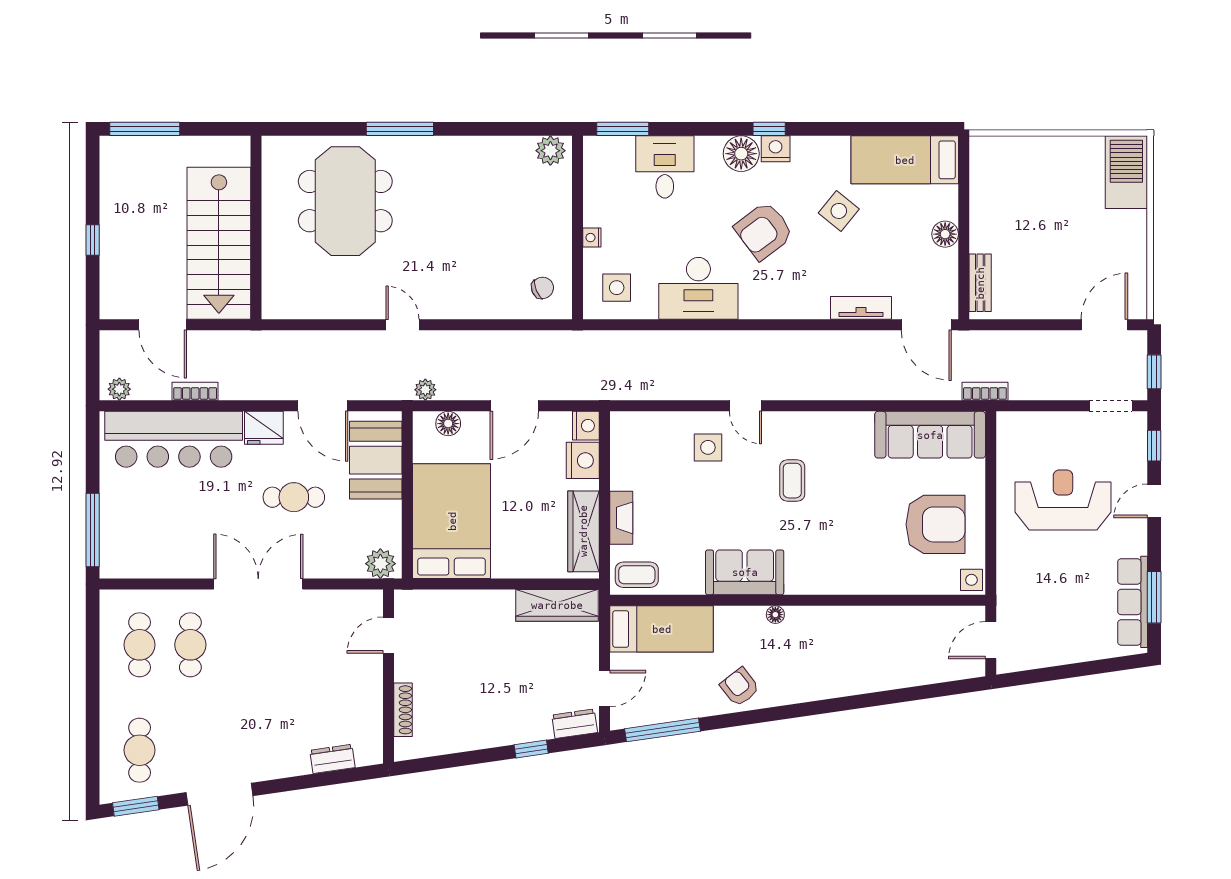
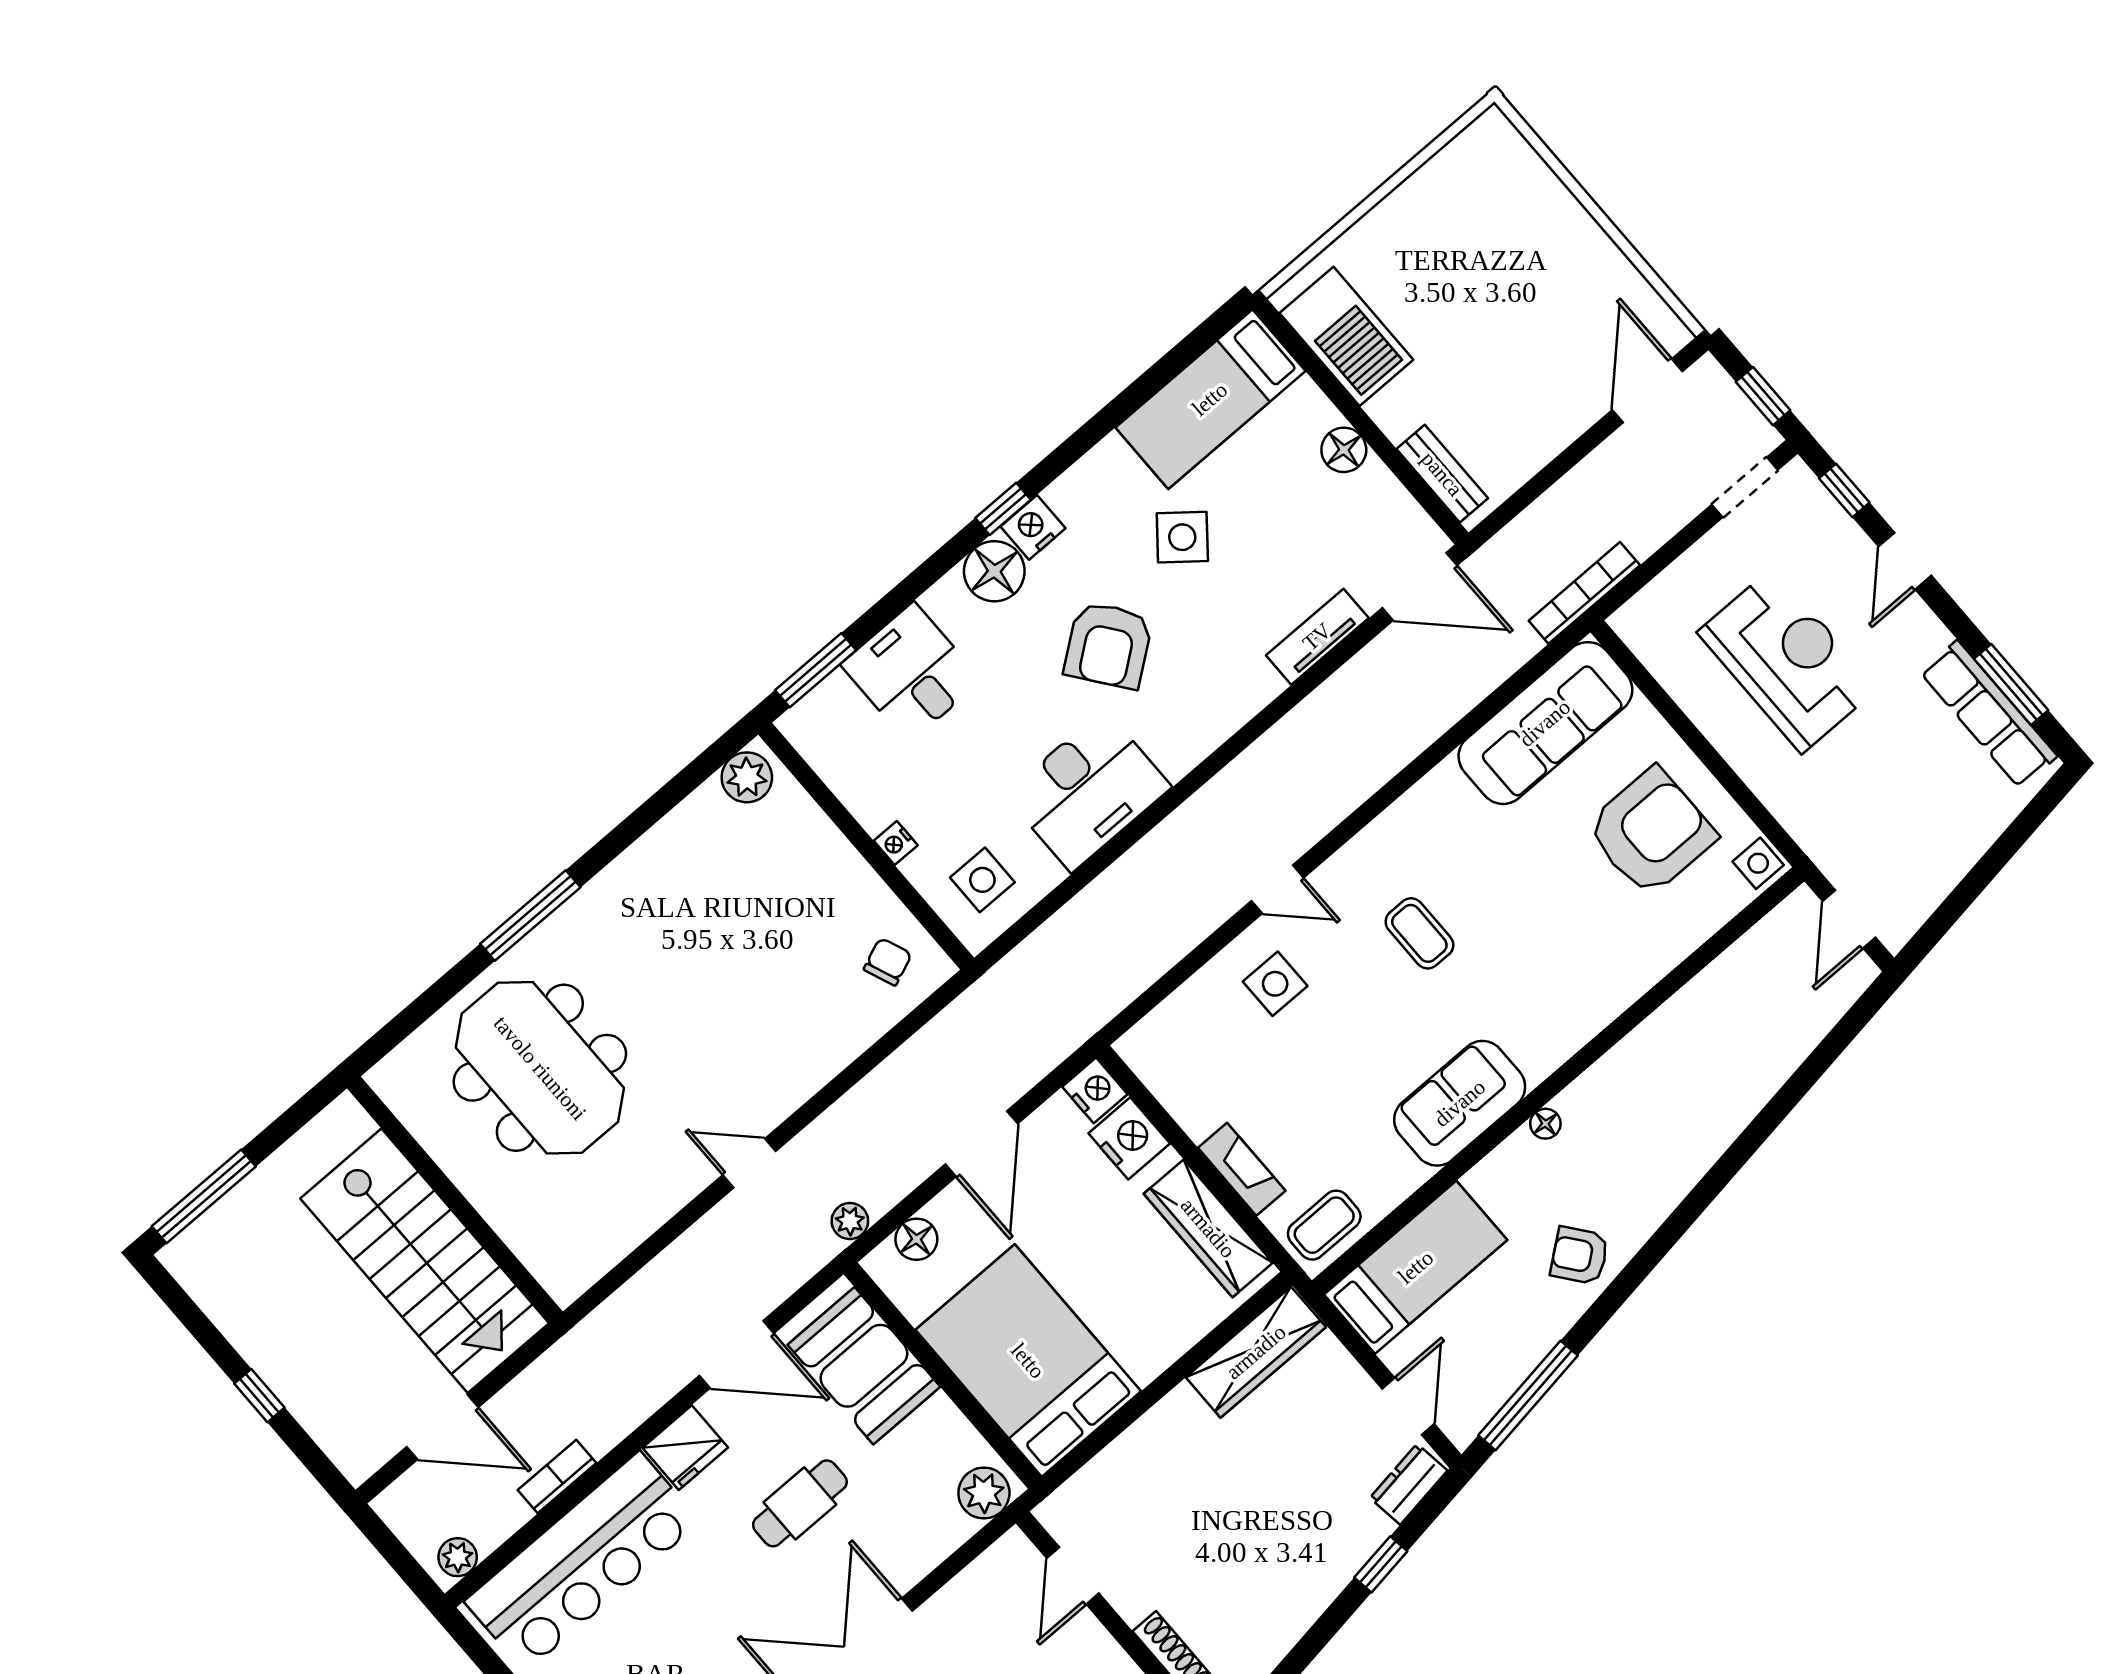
barbecue: (1126, 172) -> (1346, 336), moved, turned 180
bookcase: (985, 391) -> (1584, 593), width x1.56
reception desk: (1063, 500) -> (1787, 660), turned 90

